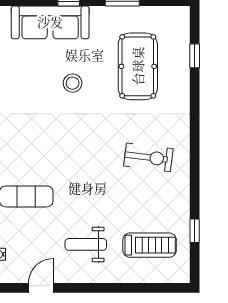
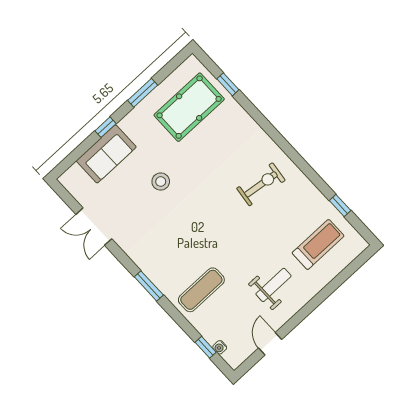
sofa: (50, 22) -> (106, 154), width x0.73
pool table: (138, 66) -> (189, 107), moved, turned 90
weight bench: (86, 244) -> (273, 285), turned 180

